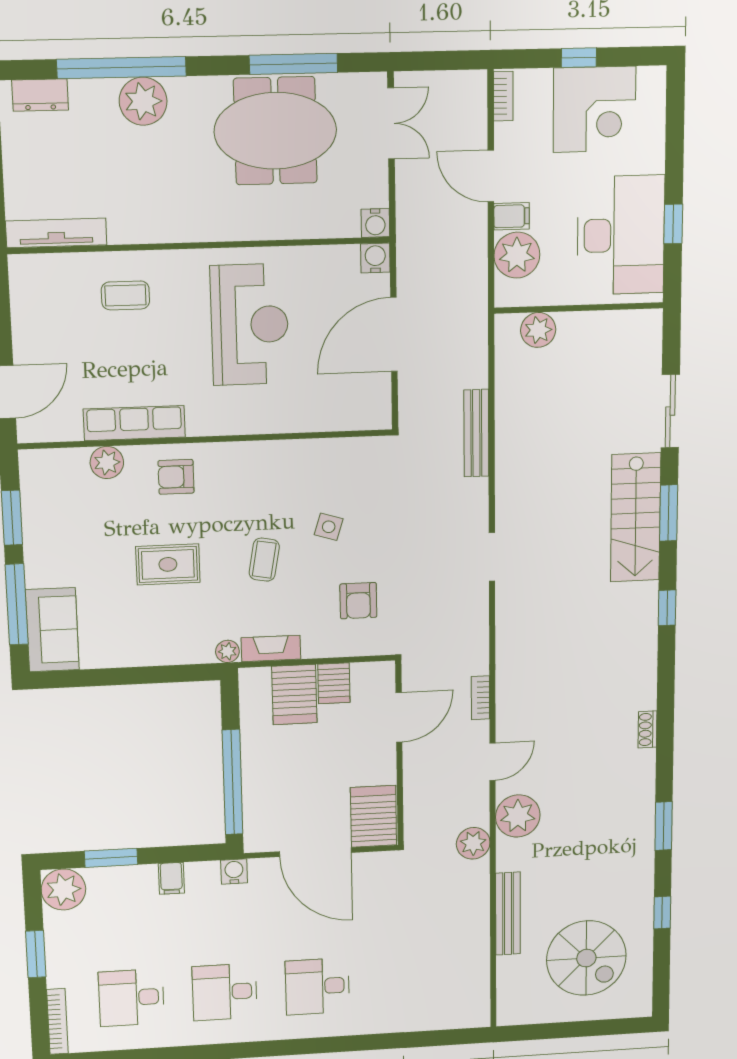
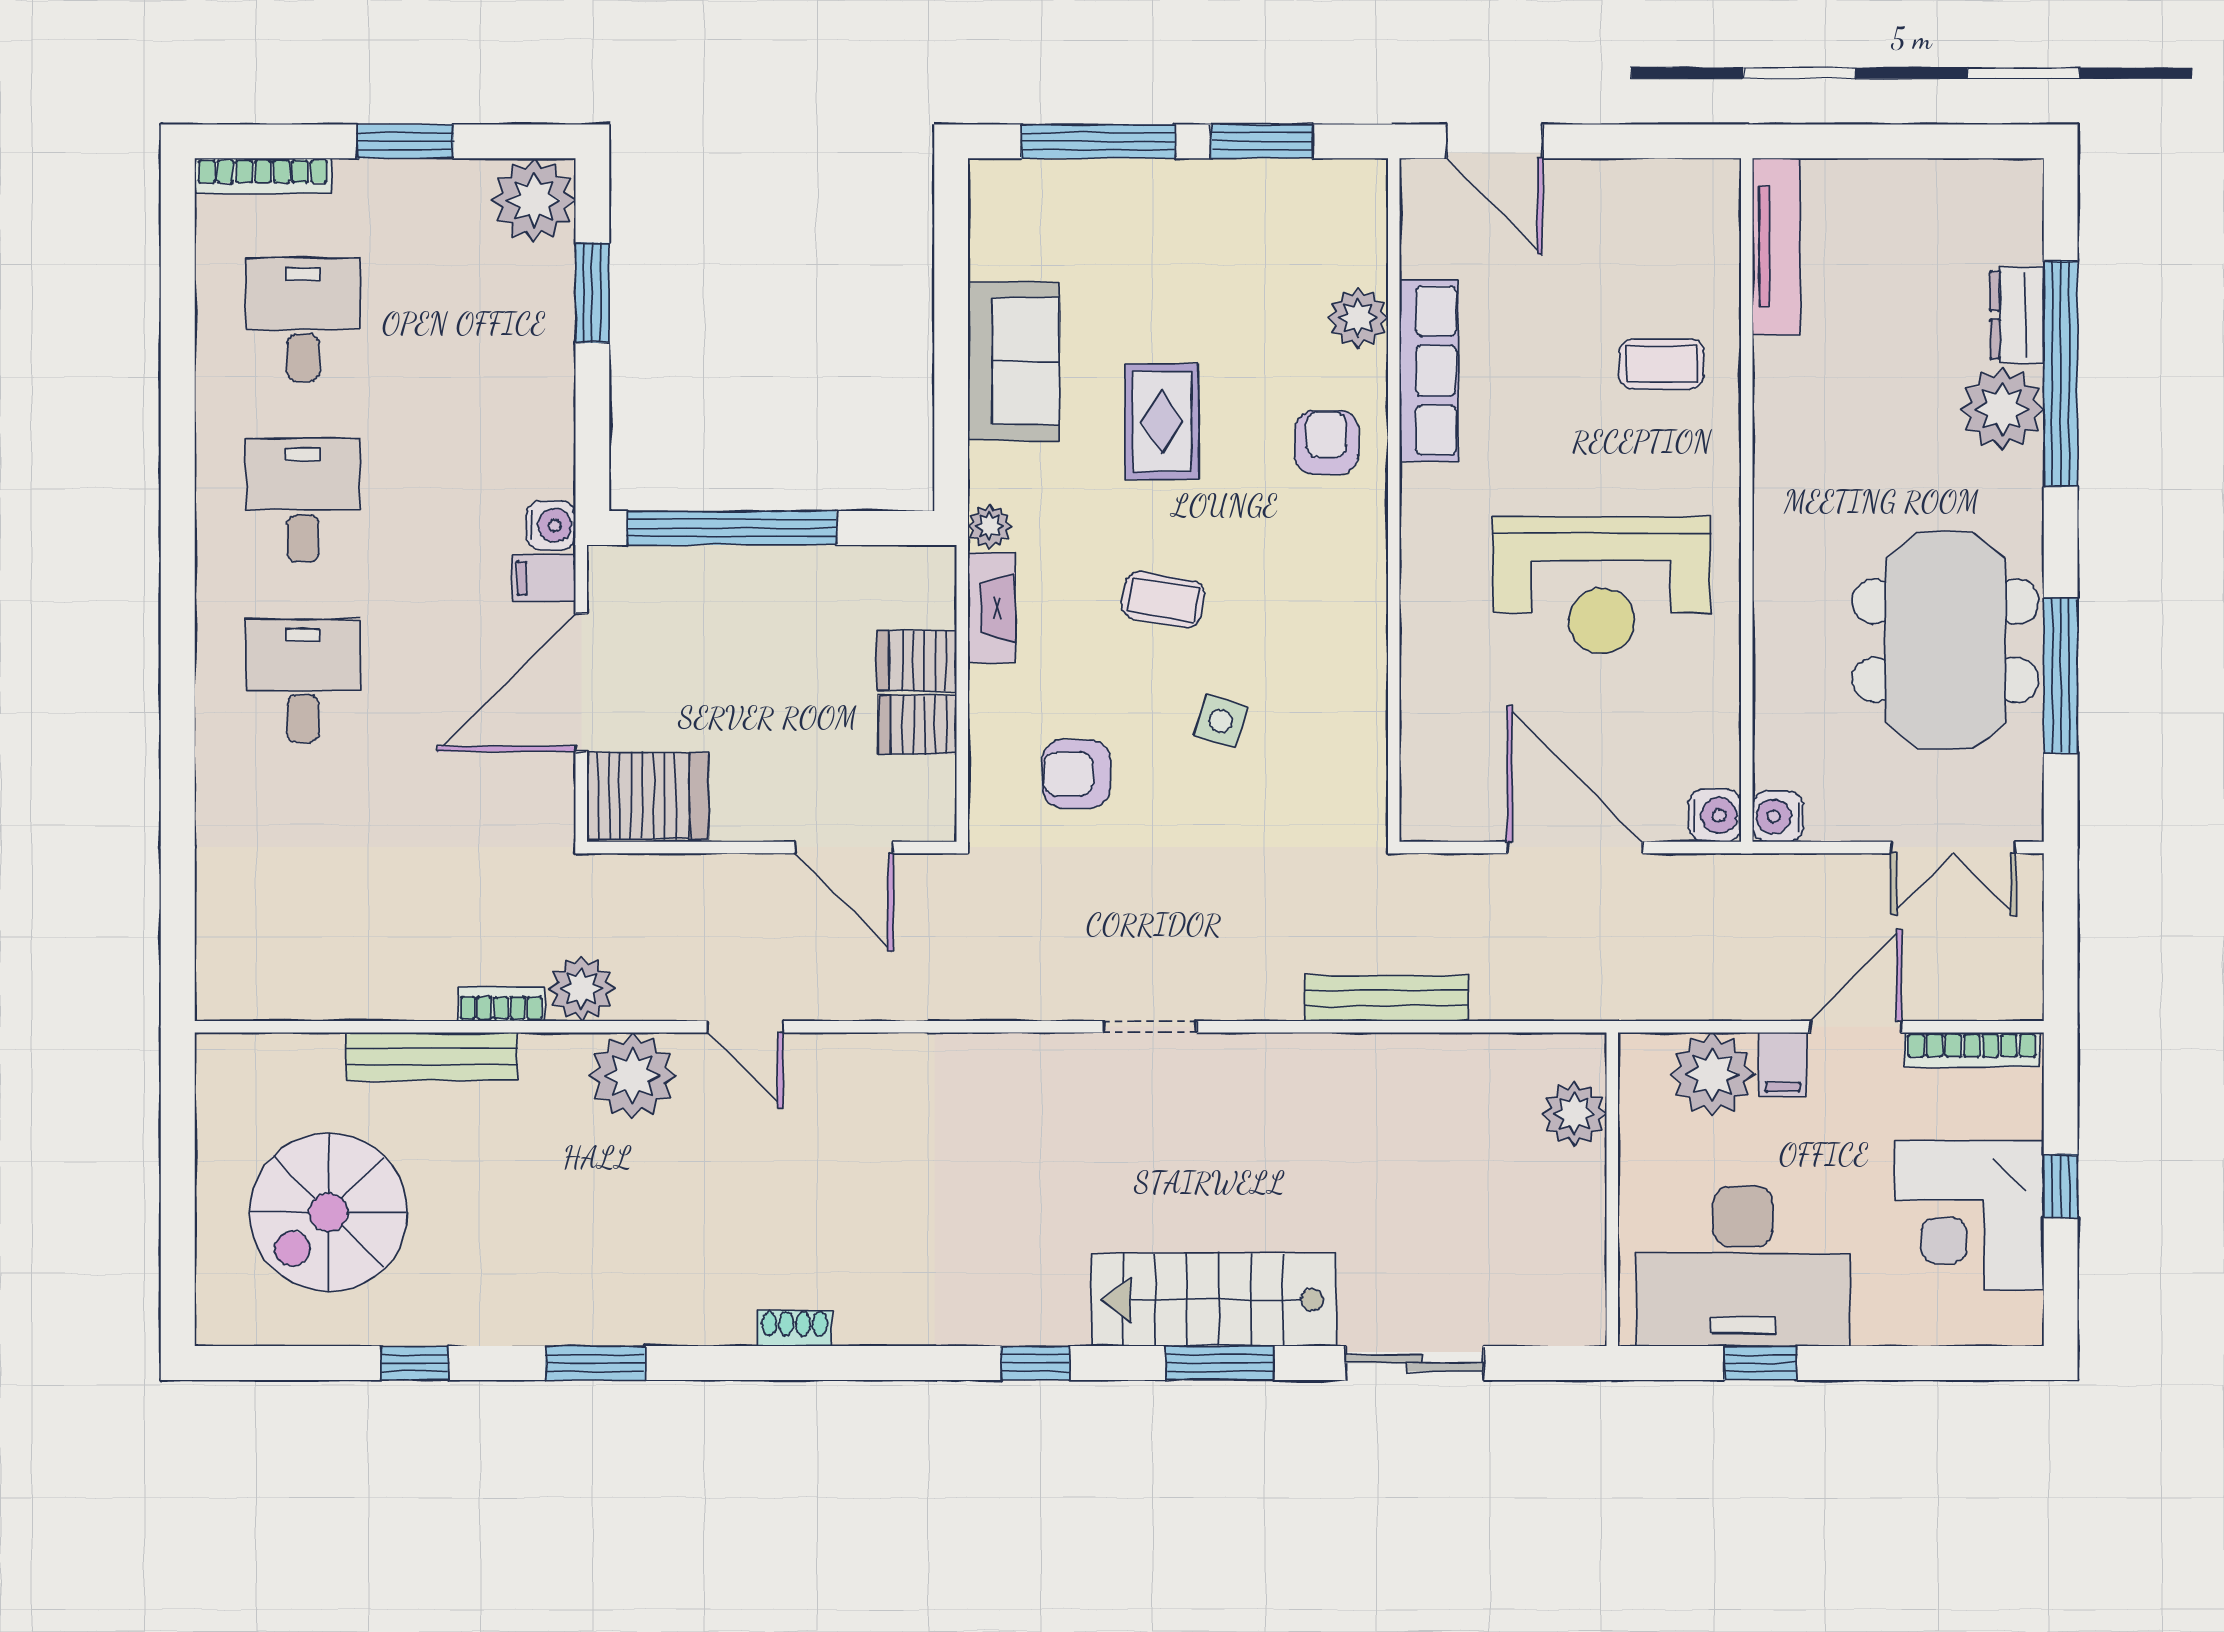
dresser: (40, 95) -> (2017, 315), moved
bookcase: (503, 96) -> (1972, 1050), width x1.56
coffee table: (125, 295) -> (1661, 364), turned 90
sofa: (52, 630) -> (1014, 361), moved, turned -90
server rack: (294, 695) -> (917, 661), width x0.73, depth x0.70
bookcase: (480, 698) -> (501, 1004), moved
filing cabinet: (171, 878) -> (544, 578), moved

